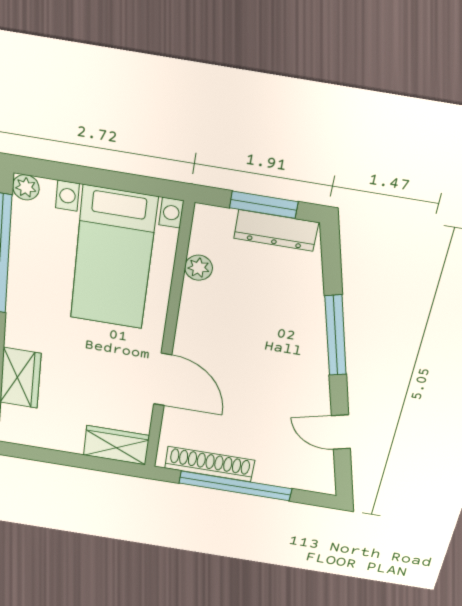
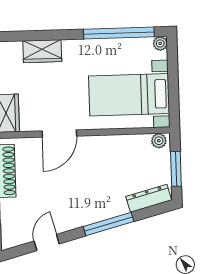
dresser: (276, 230) -> (149, 198), moved, turned 75
plant: (199, 268) -> (159, 141), moved

